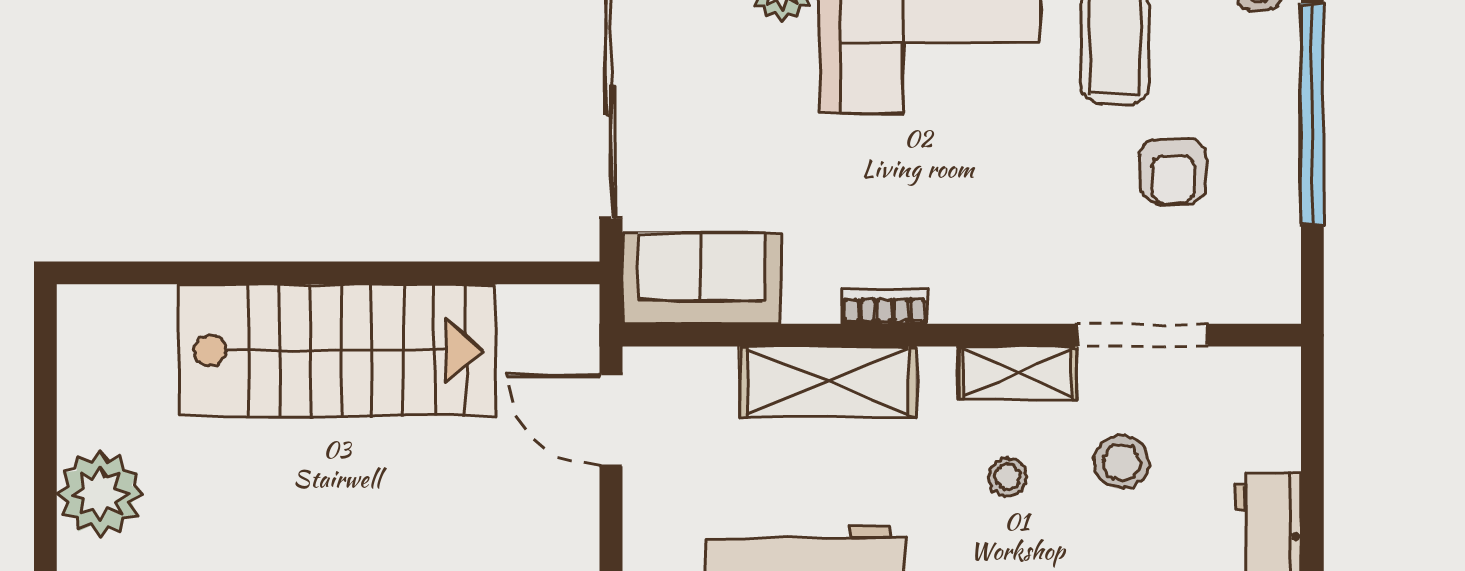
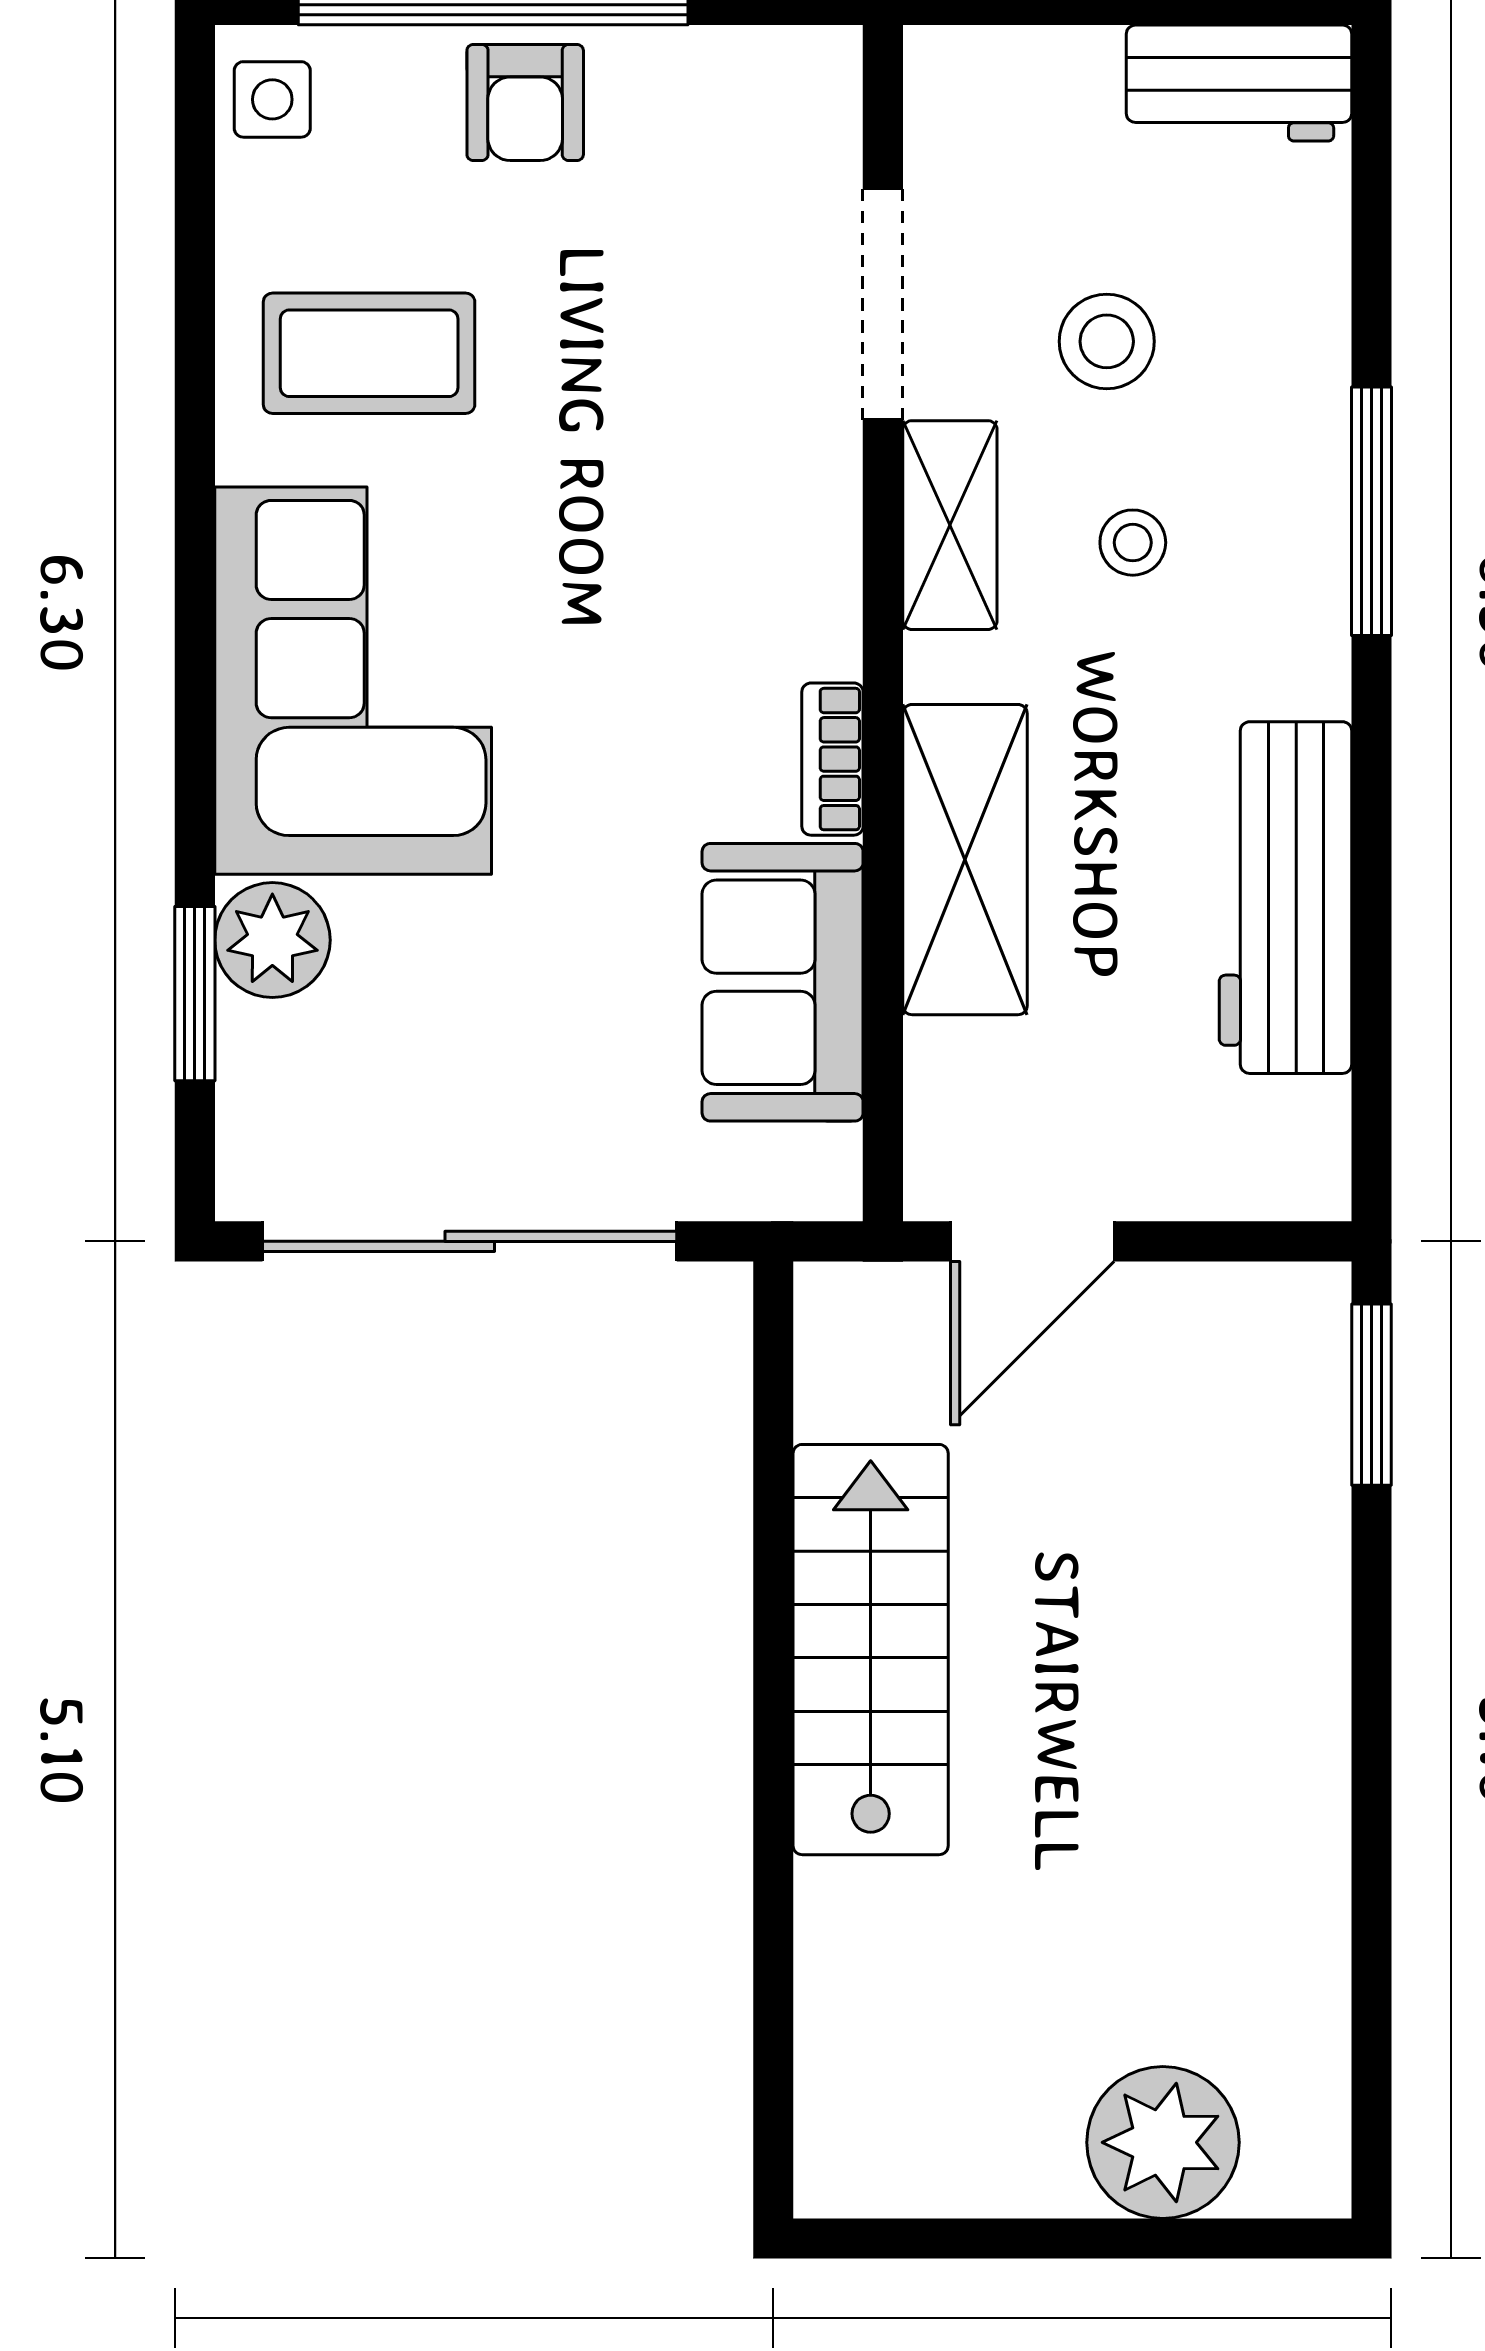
armchair: (1173, 171) -> (525, 102), moved, turned 90
sofa: (701, 278) -> (783, 982), moved
stairs: (337, 350) -> (871, 1650), width x0.73, depth x0.66

